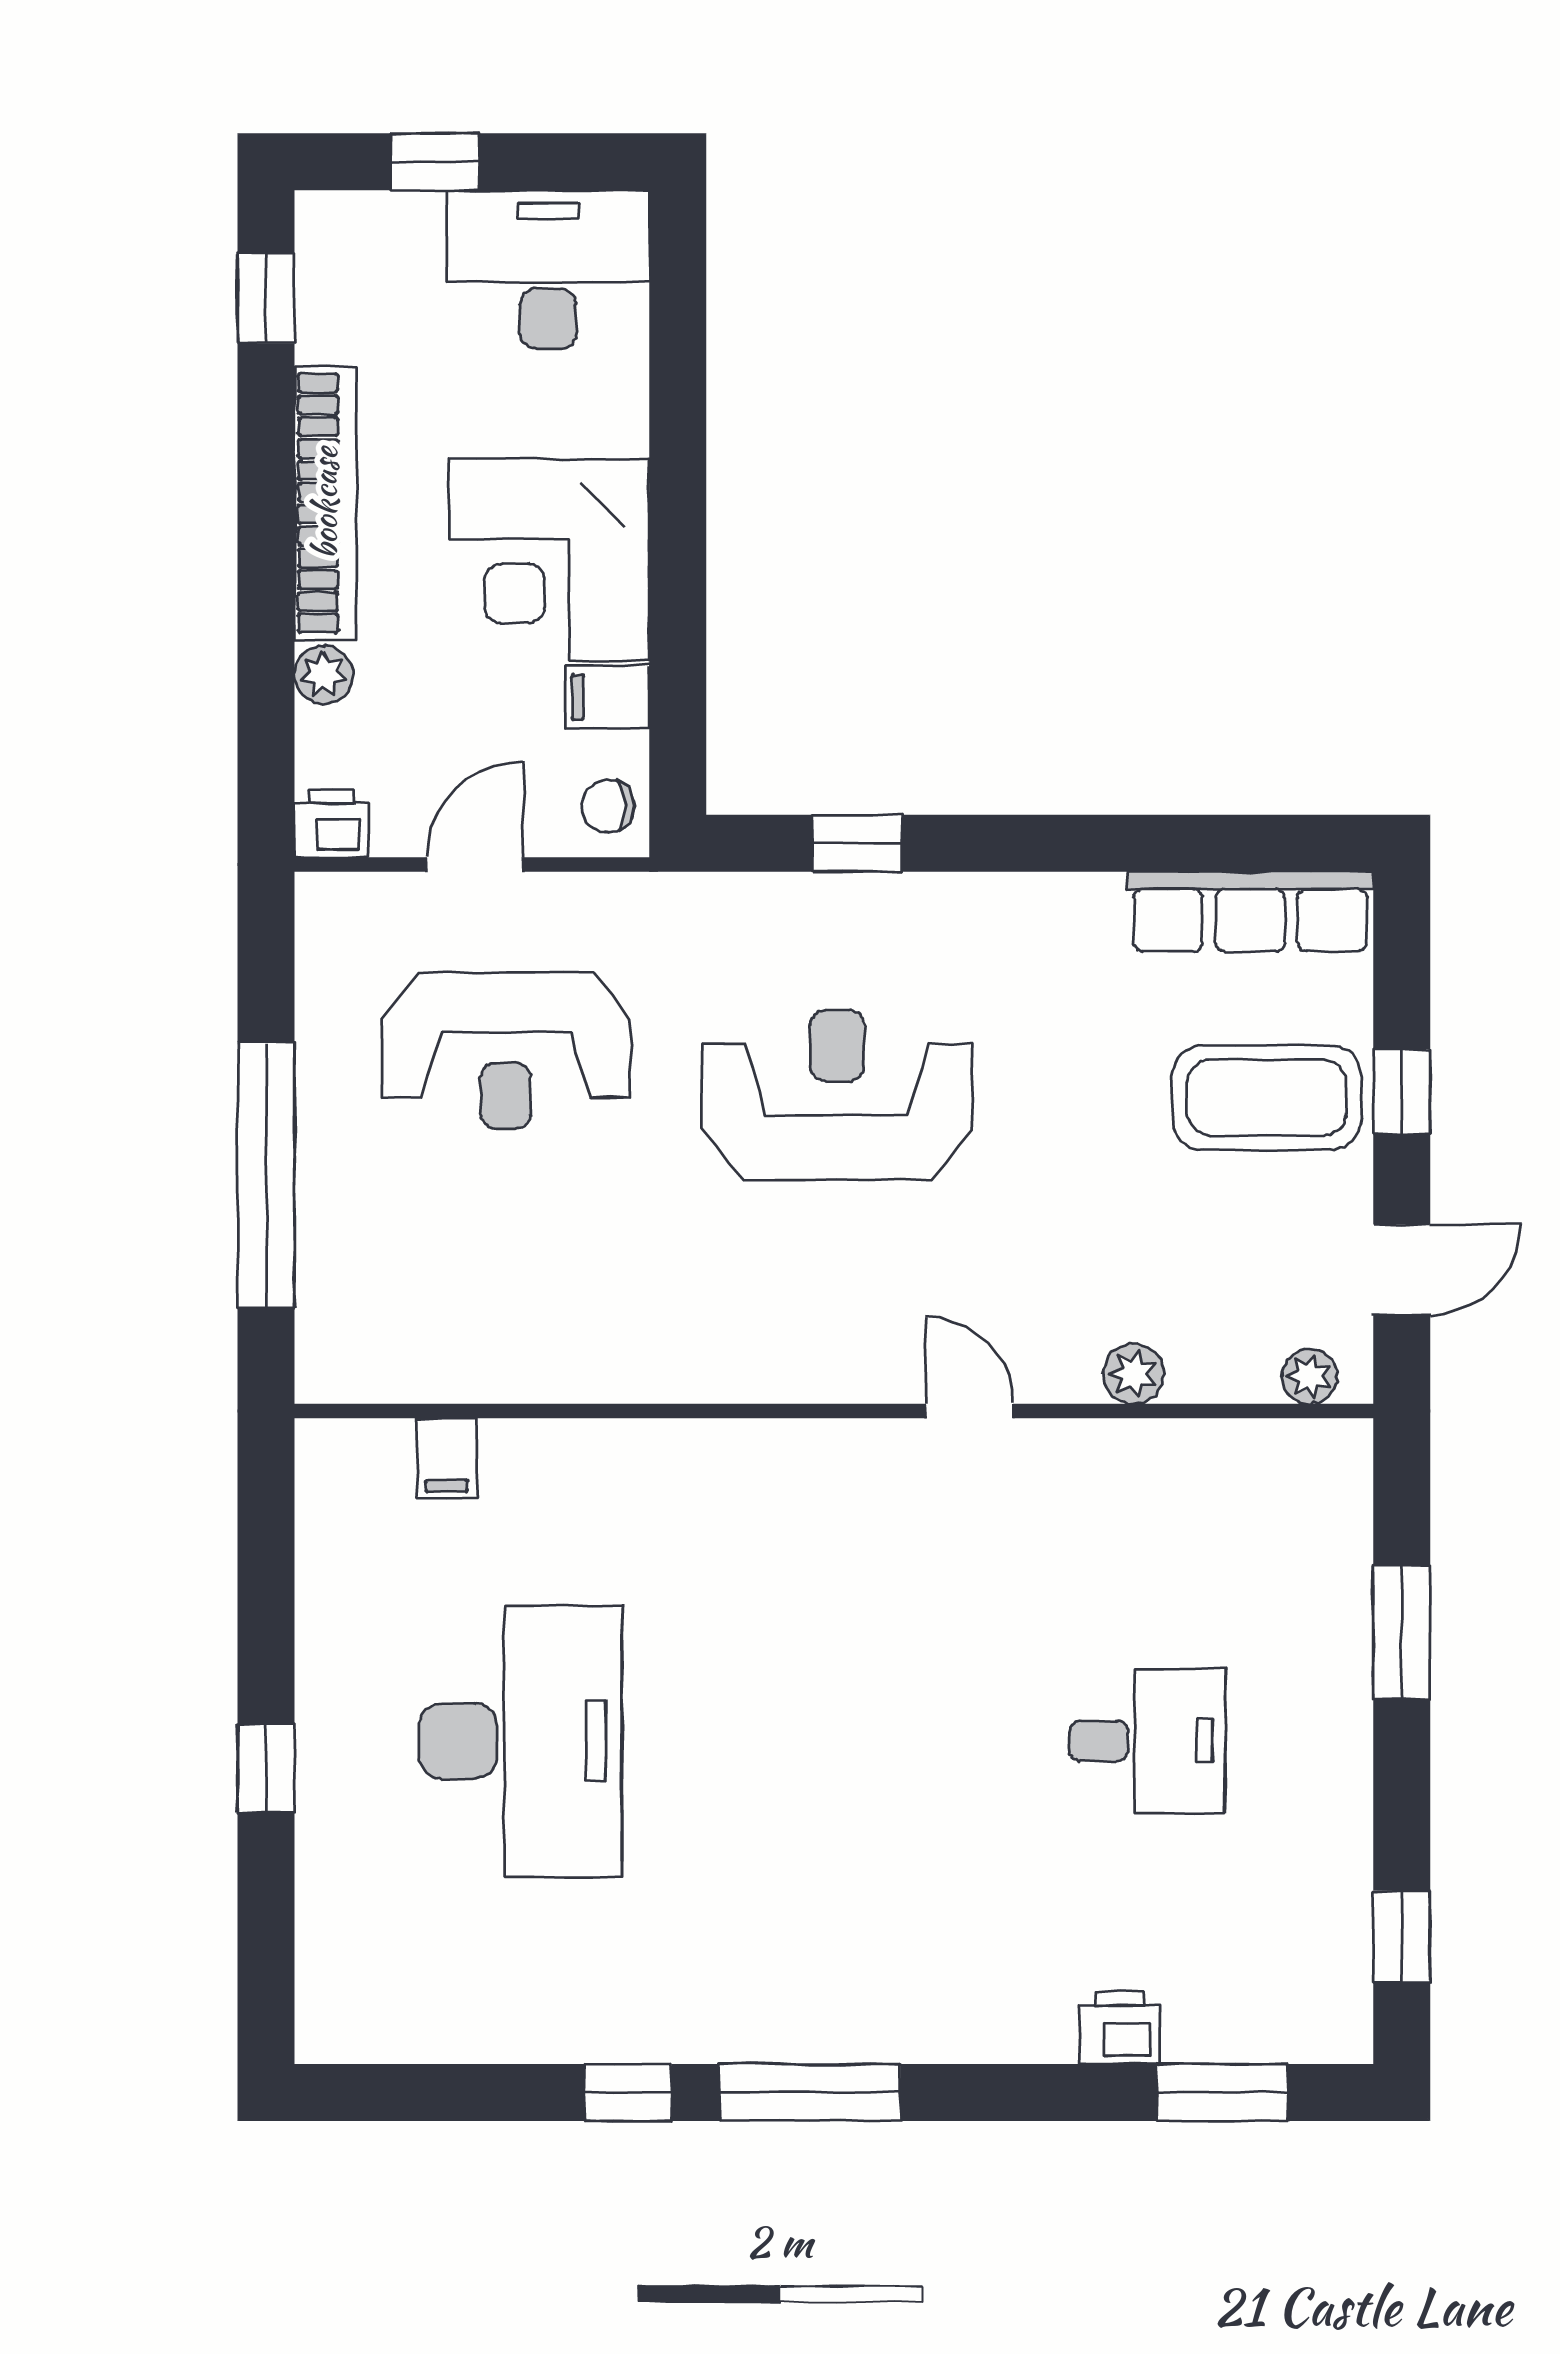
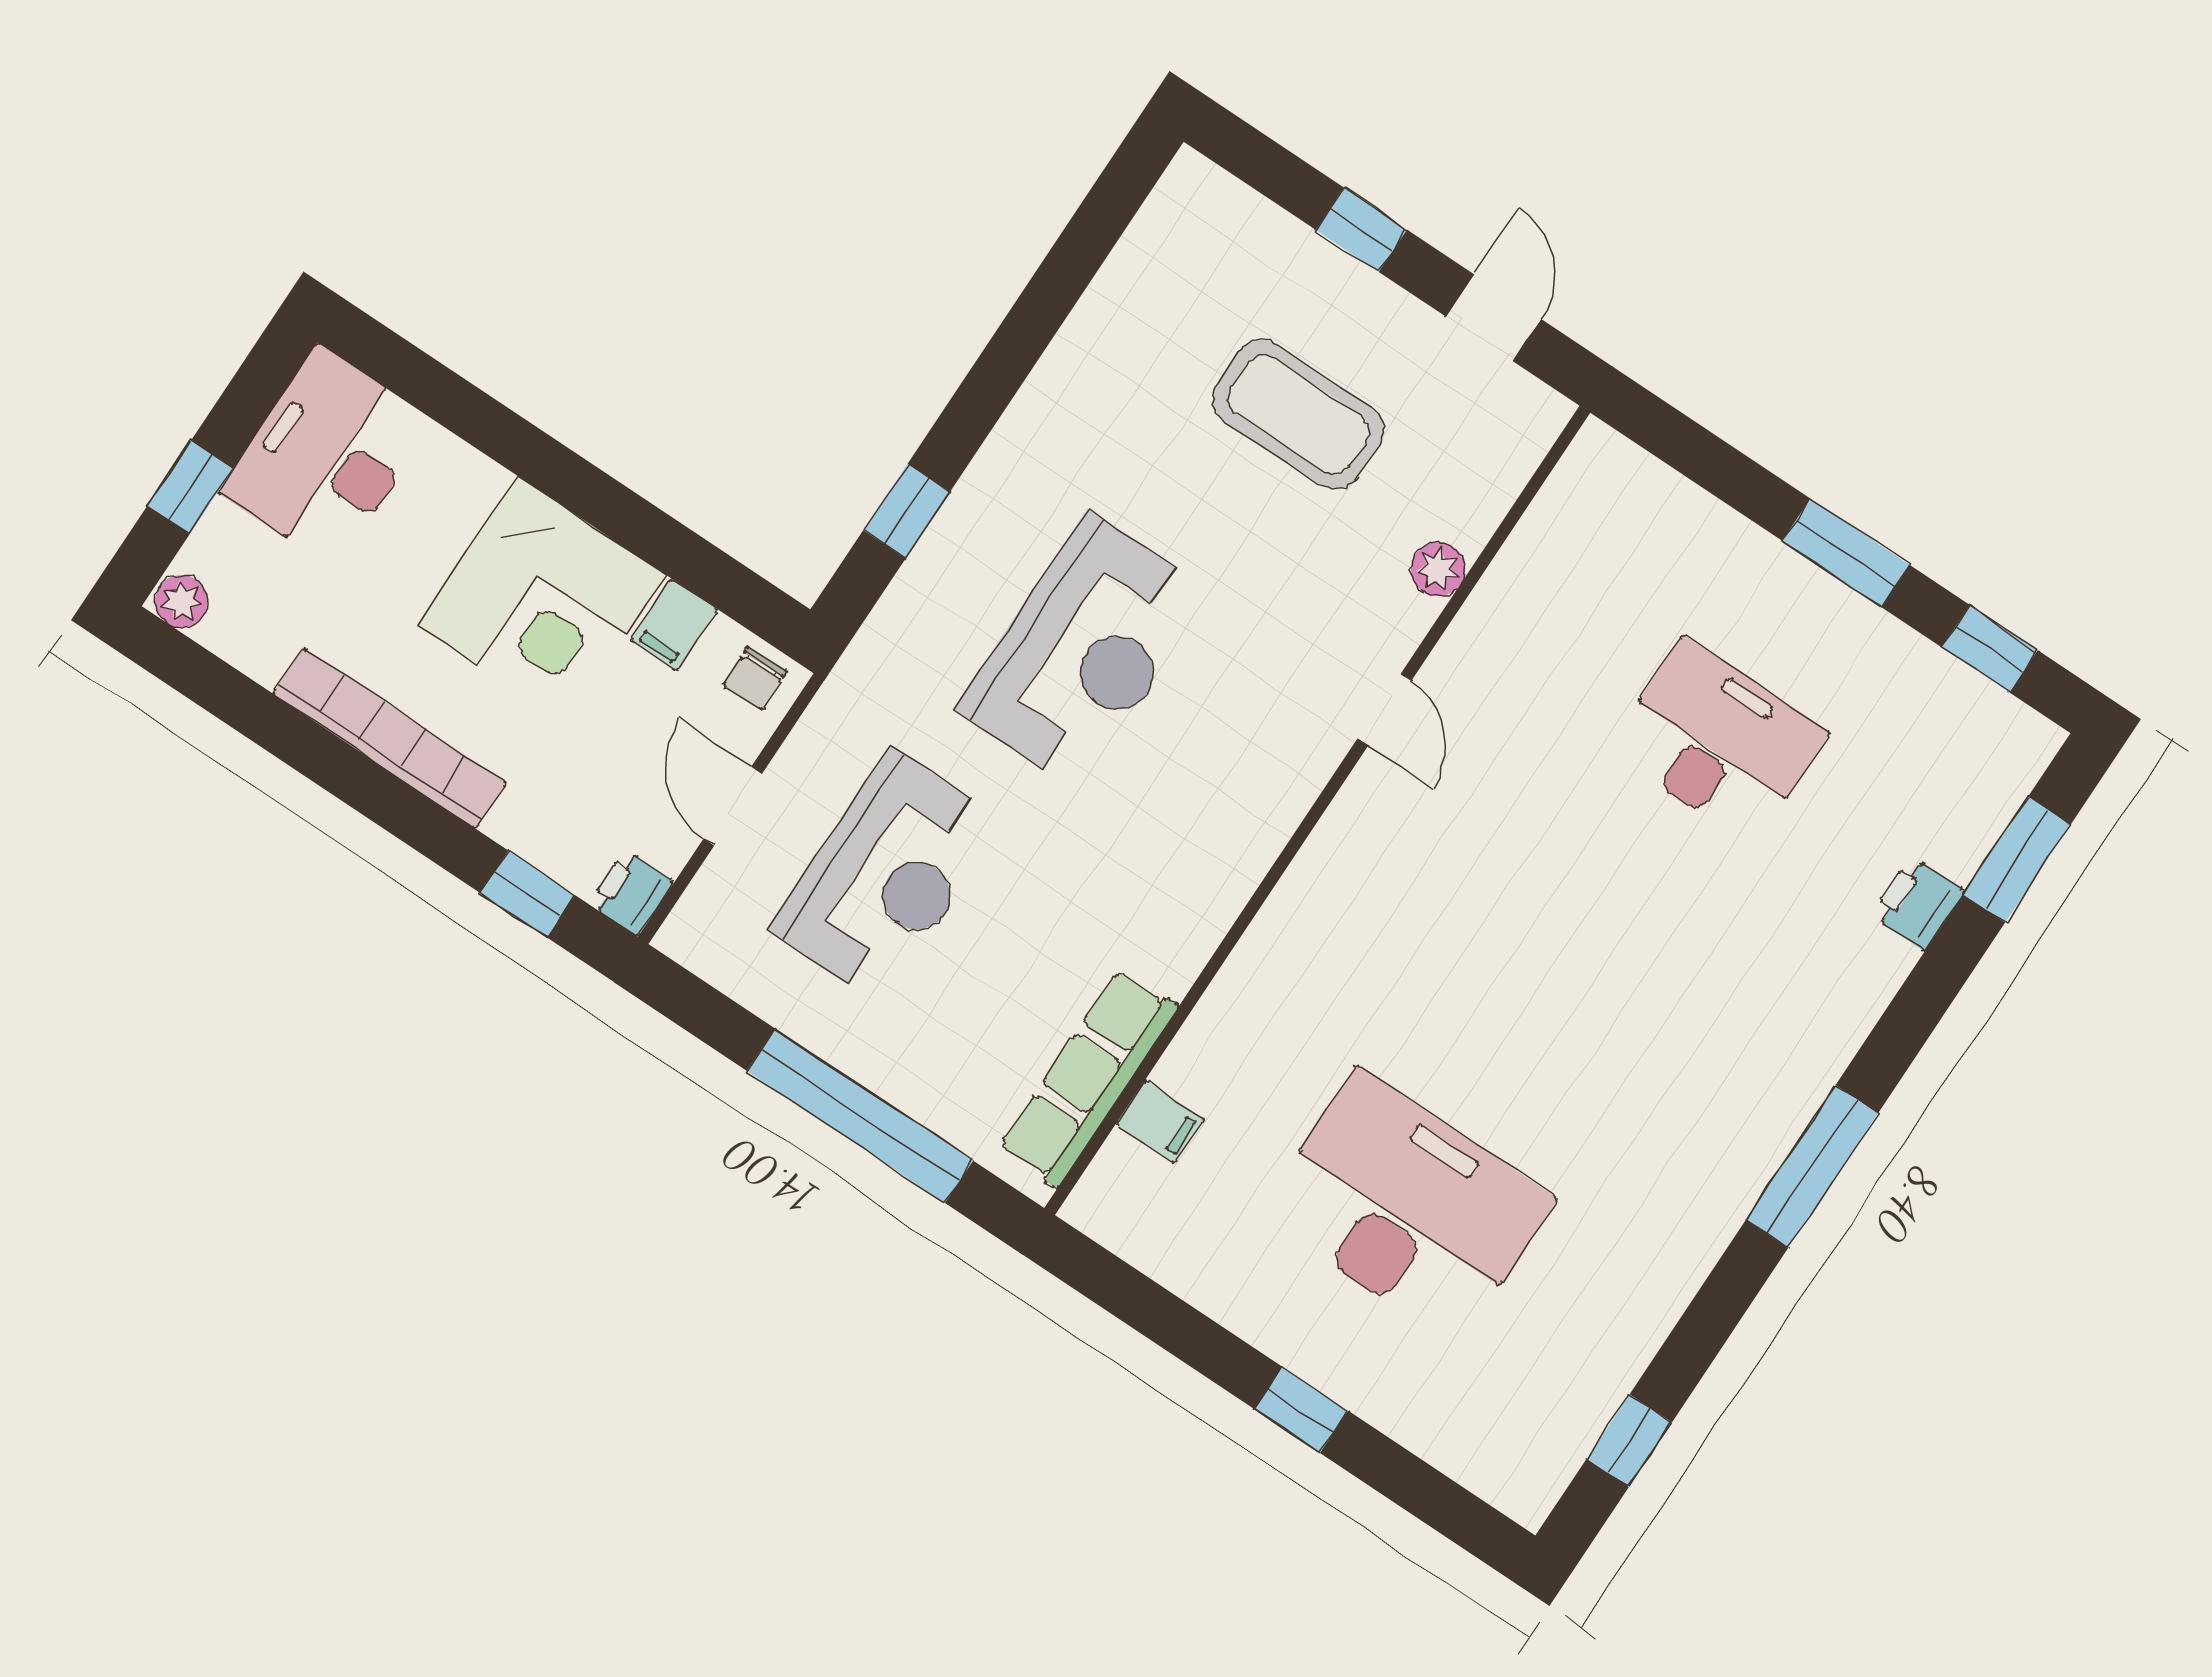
window: (266, 298) -> (528, 894), moved
plant: (324, 675) -> (181, 601), moved
row of seats: (1250, 911) -> (1089, 1078), moved, turned 180
reception desk: (837, 1095) -> (1084, 651), turned 180
coffee table: (1267, 1098) -> (1298, 414), moved, turned 90
plant: (1310, 1376) -> (1527, 439), removed
door: (969, 1411) -> (1384, 710), swing flipped
window: (1402, 1632) -> (1846, 553), moved
desk: (1147, 1741) -> (1718, 741), width x1.37
window: (628, 2092) -> (1629, 1441), moved

